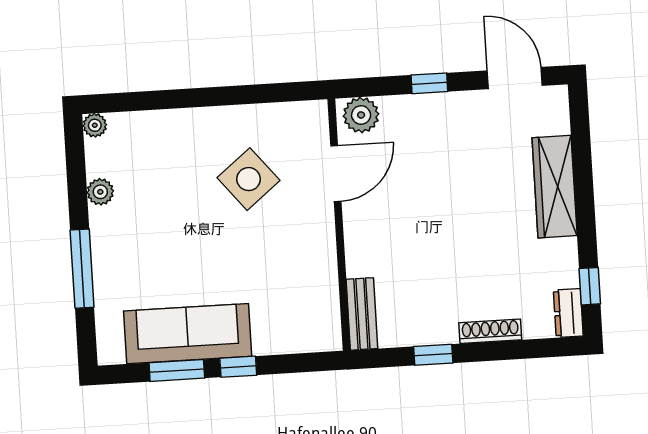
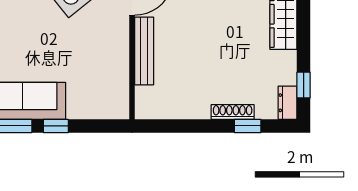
bench: (362, 314) -> (144, 51), moved, width x1.36
window: (433, 355) -> (248, 126), moved

